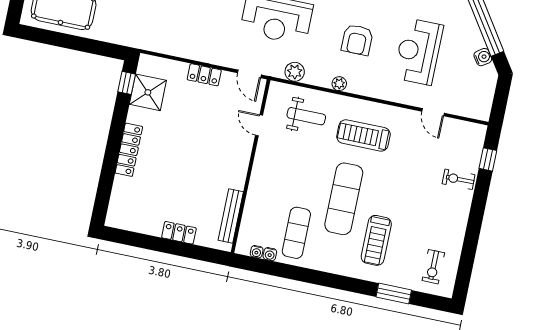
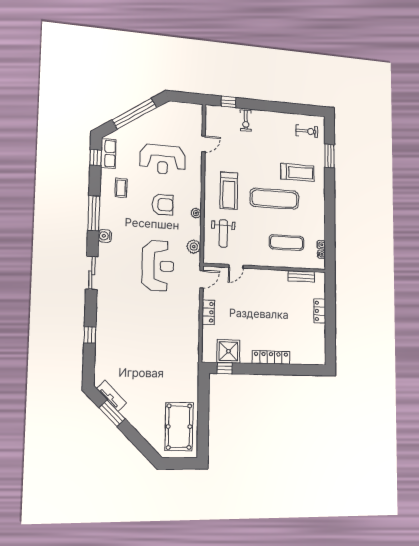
water cooler: (483, 57) -> (158, 113), removed
weight bench: (306, 116) -> (223, 233), turned 180
bench: (231, 216) -> (301, 276), width x0.73
exercise mat: (296, 233) -> (287, 243), moved

